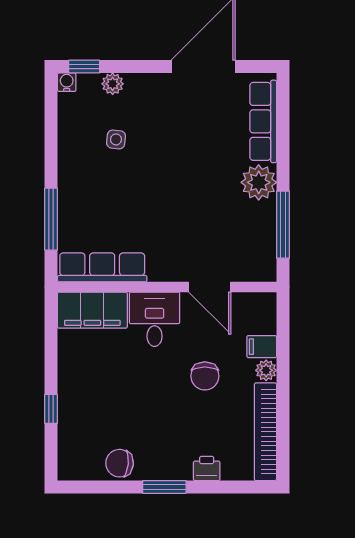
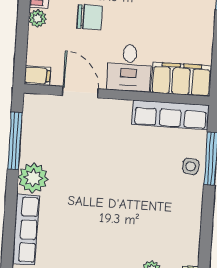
side table: (116, 139) -> (191, 166), moved
filing cabinet: (262, 347) -> (37, 76), moved
chair: (205, 376) -> (90, 17), turned 90

